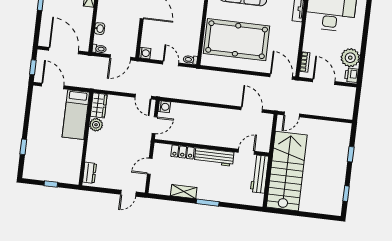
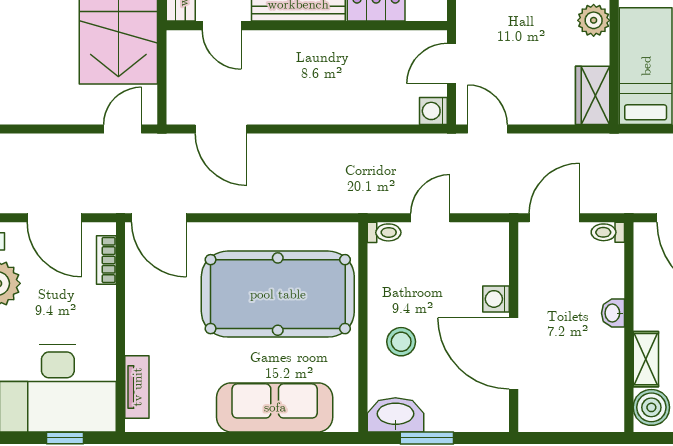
stool: (189, 14) -> (401, 342), added
washbasin: (100, 29) -> (613, 313), moved
washing machine: (145, 53) -> (496, 299), moved
door: (171, 63) -> (430, 218), swing flipped
plant: (96, 125) -> (594, 20), moved
door: (246, 152) -> (222, 26), hinge flipped

